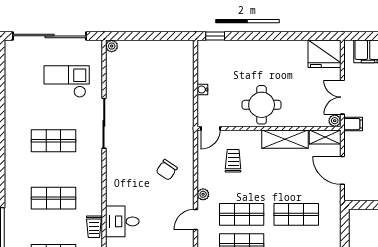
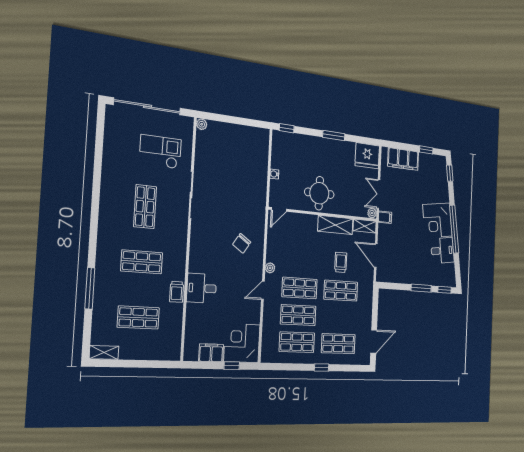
window: (277, 36) -> (334, 136), added
shop shelf: (53, 141) -> (145, 207), turned 90
trolley: (233, 161) -> (341, 262), moved

